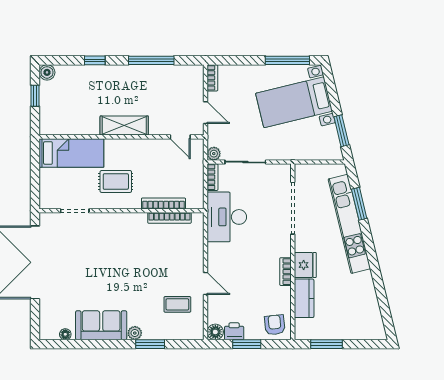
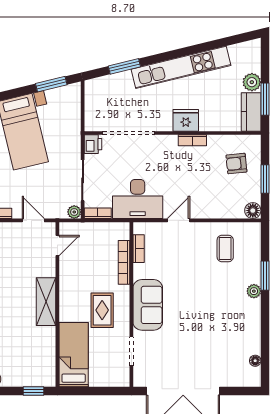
window: (35, 96) -> (33, 391), moved
door: (205, 113) -> (33, 220), hinge flipped
bookcase: (169, 218) -> (139, 249), width x0.64
kitchen unit: (349, 224) -> (181, 67), moved
door: (205, 283) -> (179, 220), moved
kitchen counter: (304, 298) -> (251, 112), moved, turned -90
sofa: (101, 325) -> (148, 305), moved, turned 180
armchair: (275, 325) -> (236, 164), moved
printer: (234, 331) -> (93, 144), moved, turned 180
plant: (343, 331) -> (252, 82), added

